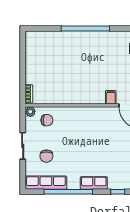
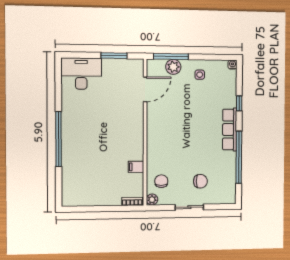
filing cabinet: (111, 97) -> (136, 167), moved
row of seats: (46, 183) -> (229, 182), removed
row of seats: (94, 183) -> (230, 130), width x1.48

